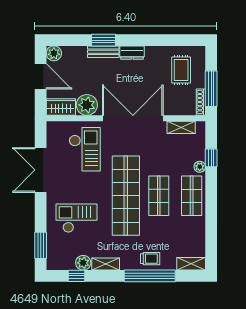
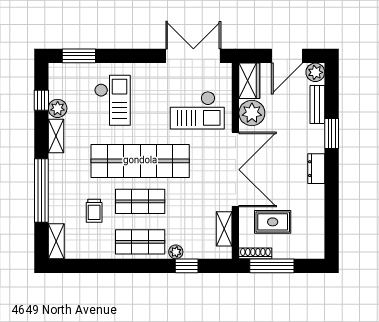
bench: (103, 52) -> (317, 104), moved
rug: (181, 70) -> (273, 222), moved
double door: (41, 170) -> (193, 56), moved
trolley: (150, 259) -> (94, 211), moved

